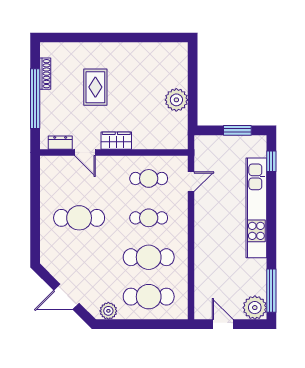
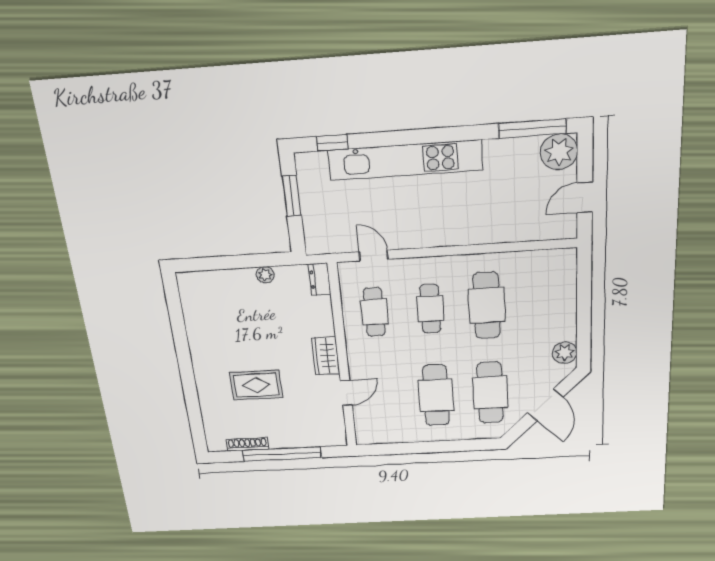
plant: (176, 100) -> (265, 275), width x0.53, depth x0.53
dresser: (60, 143) -> (320, 279), moved
cafe table: (149, 297) -> (490, 393), moved

